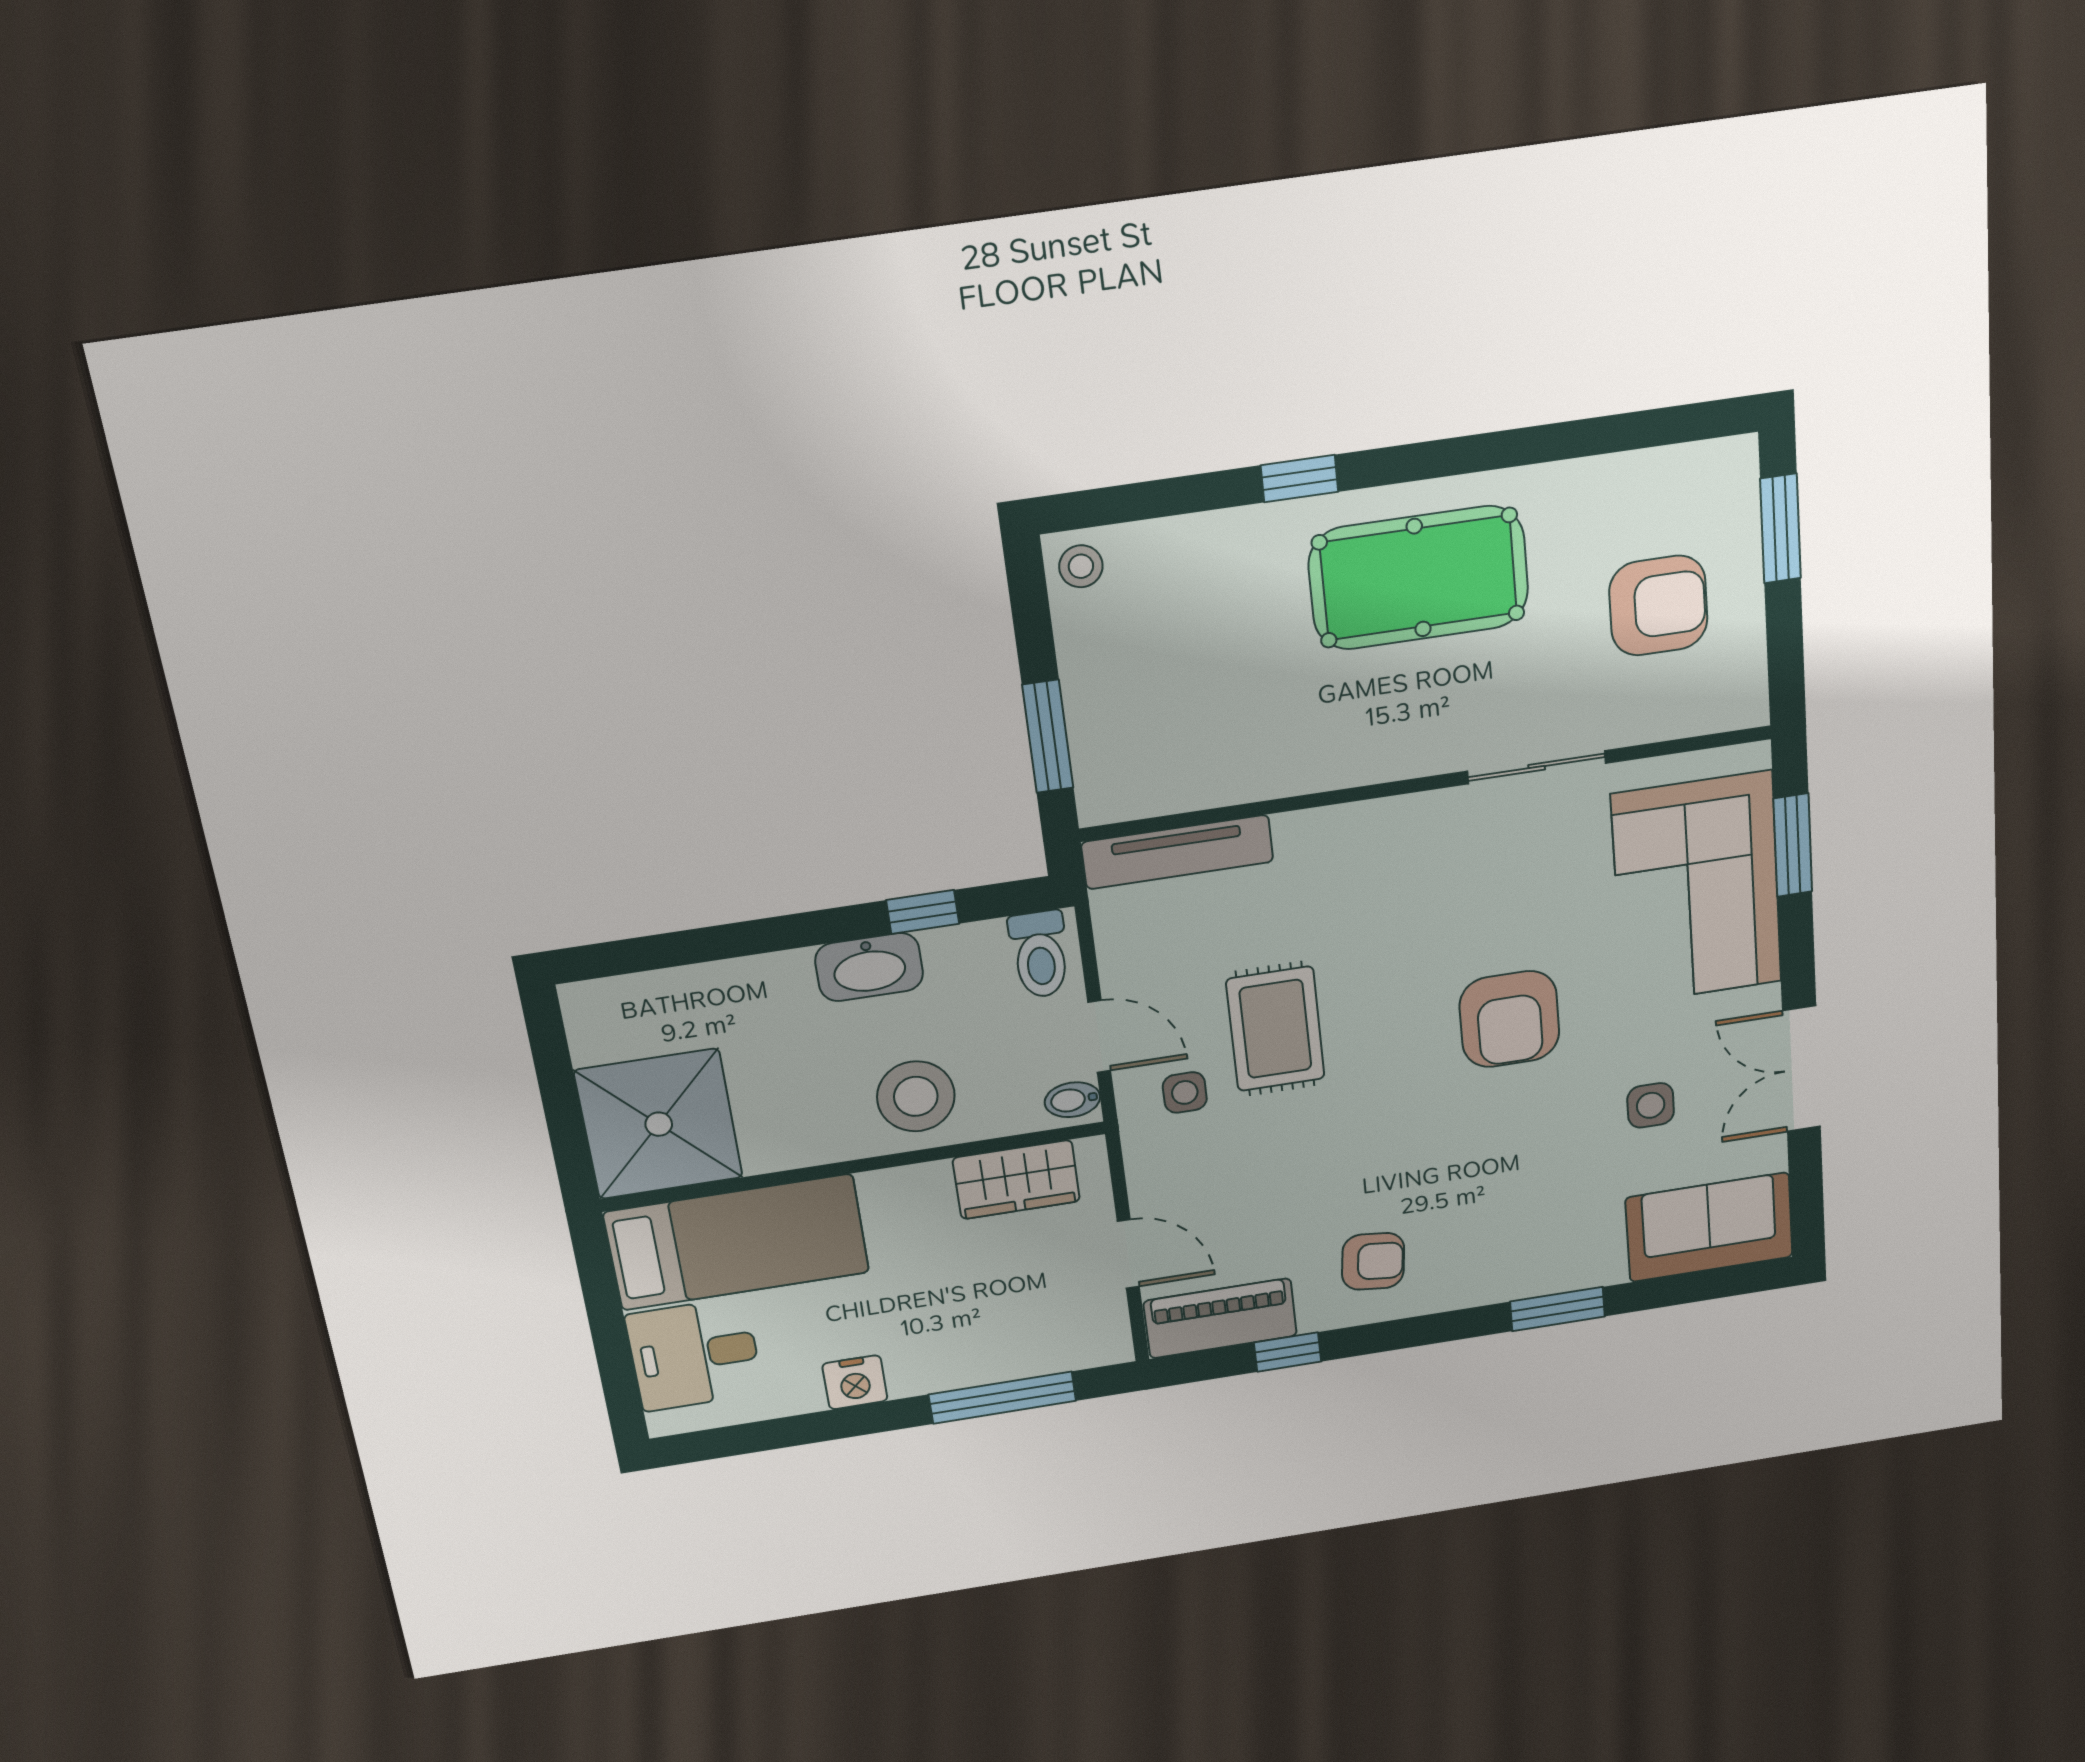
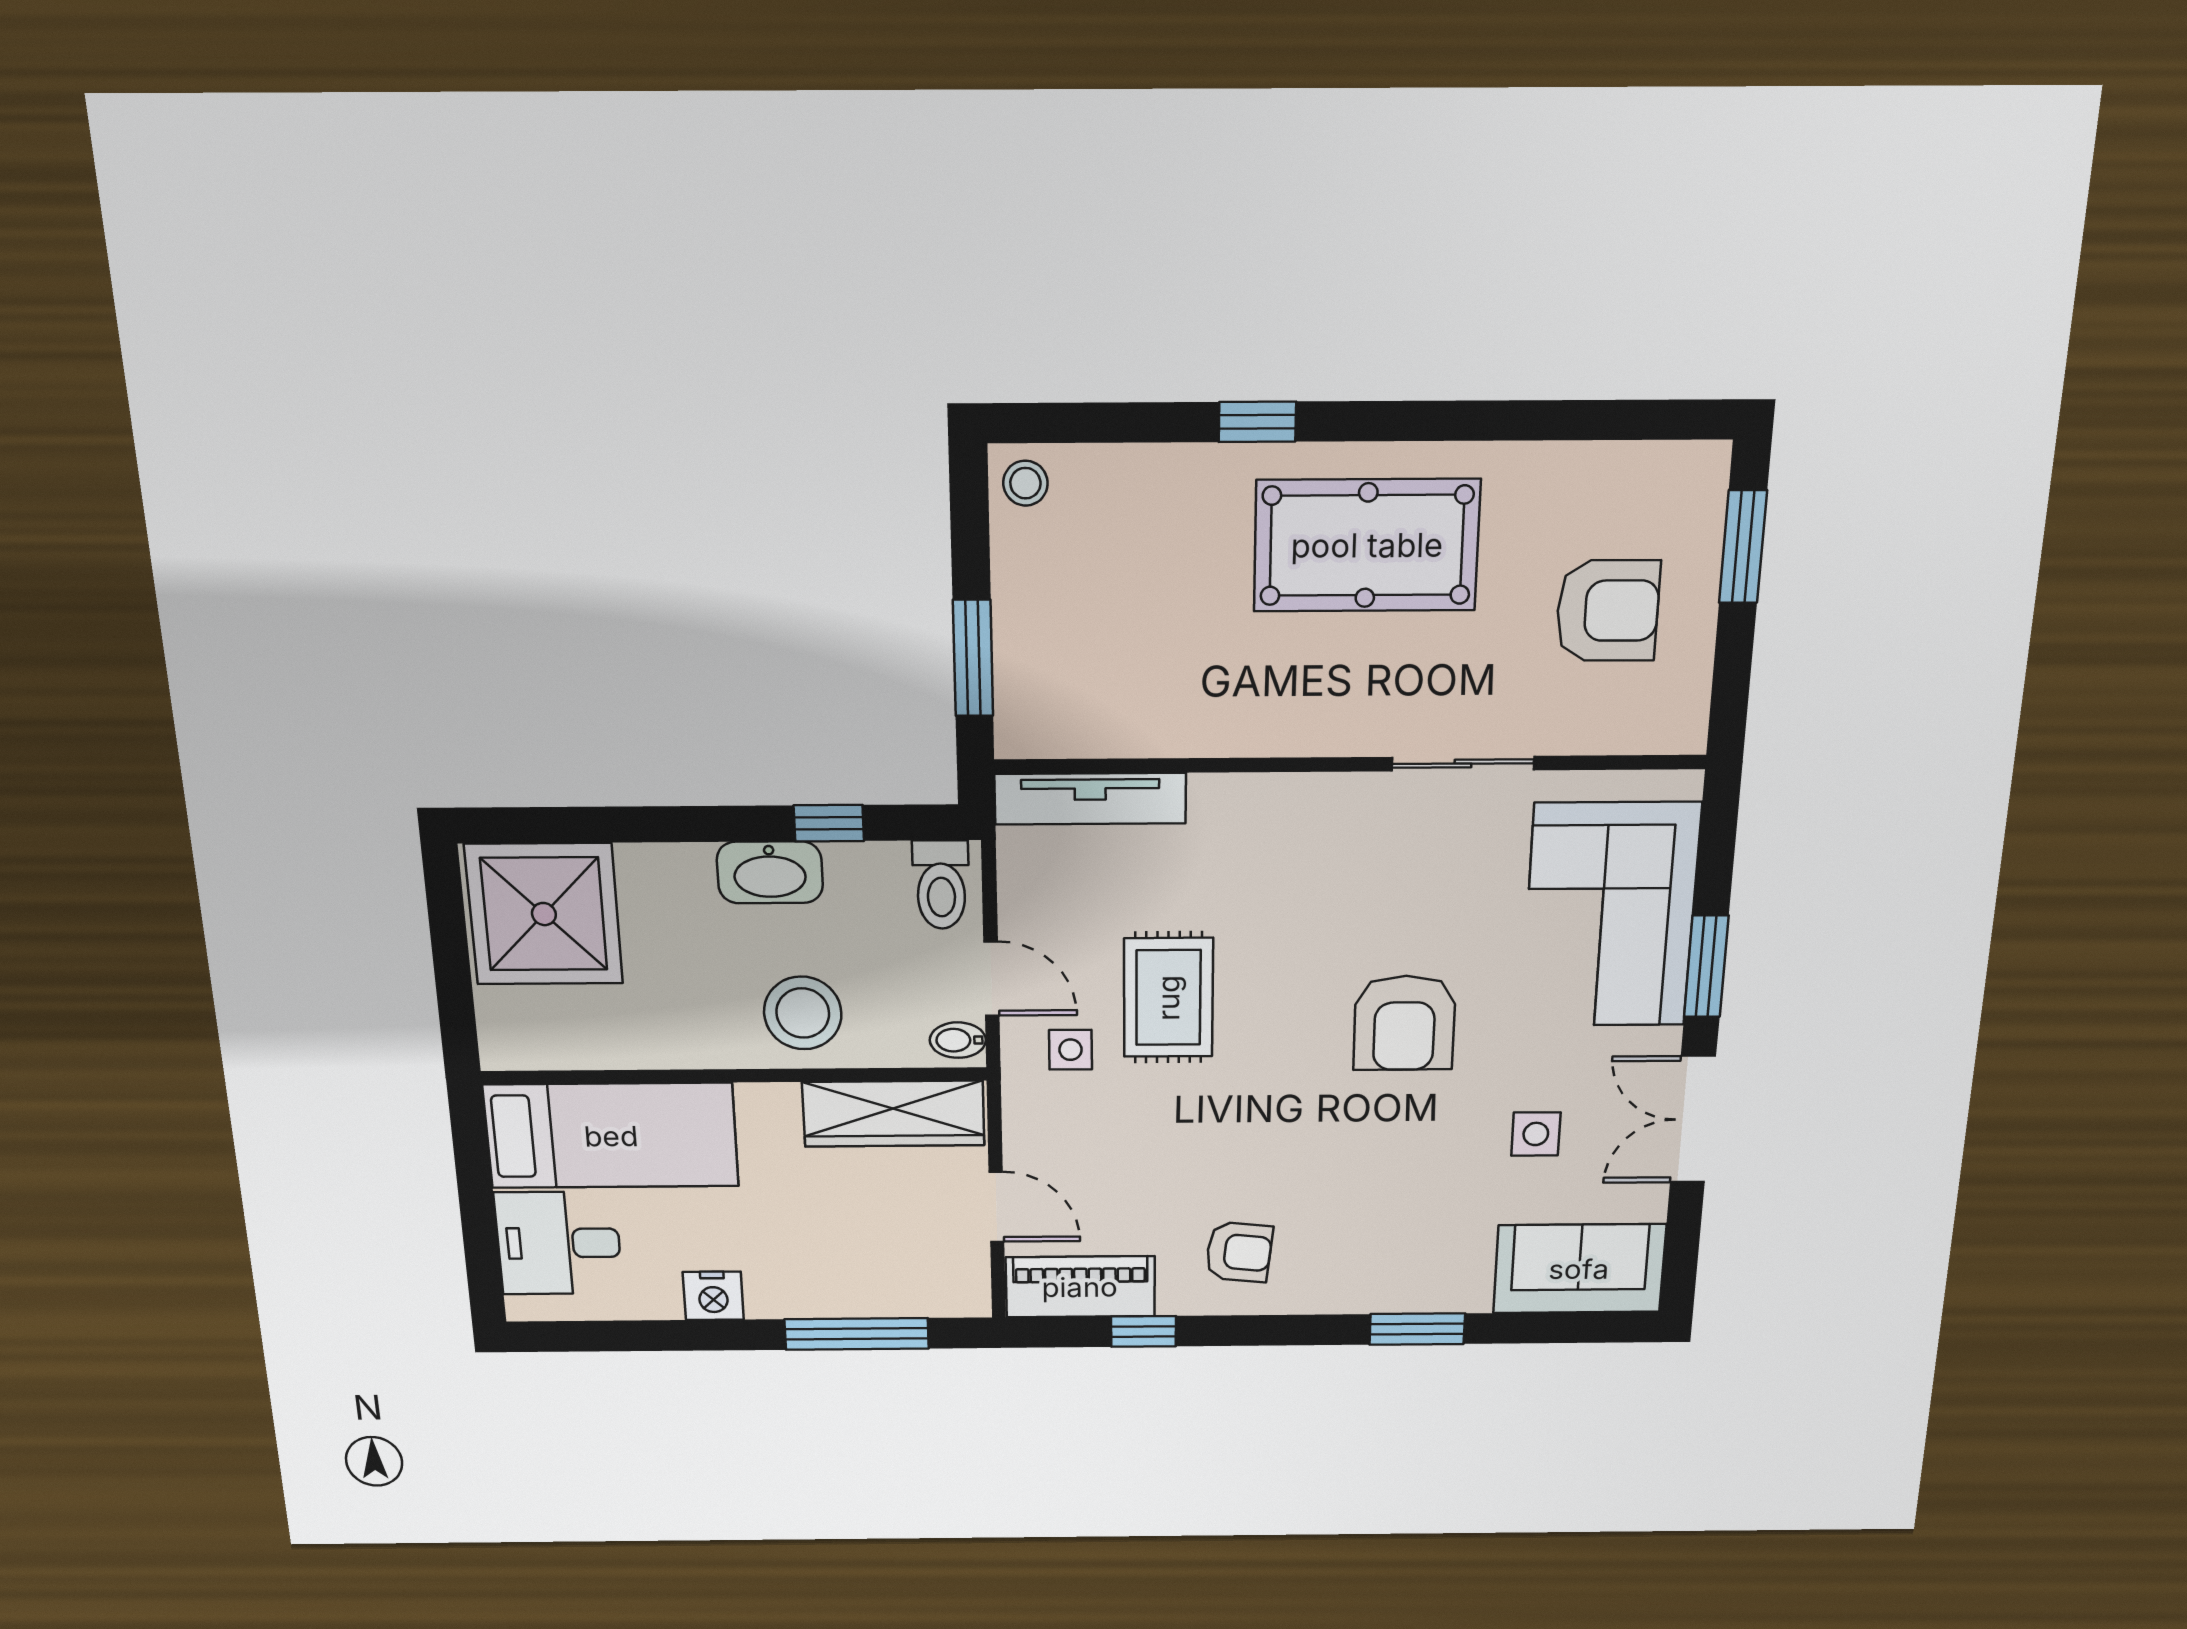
window: (1793, 845) -> (1706, 966), moved
shower: (659, 1124) -> (544, 914), moved
wardrobe: (1016, 1180) -> (894, 1114), width x1.50

